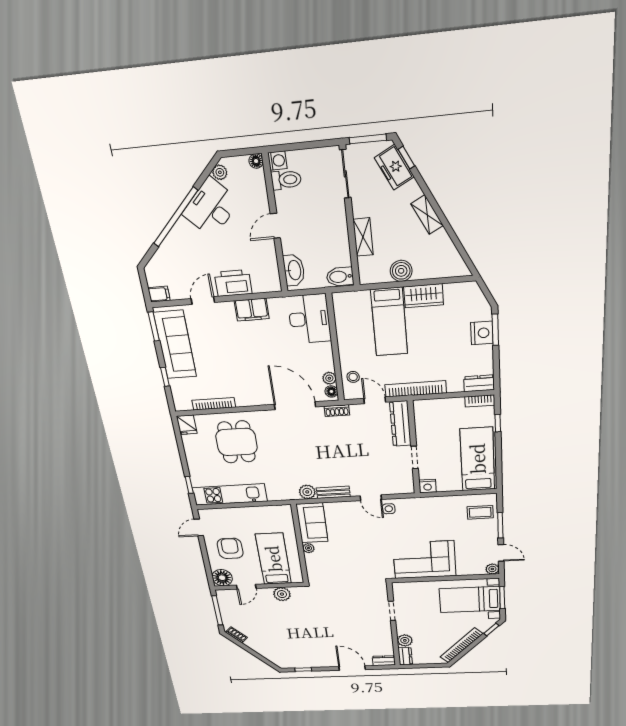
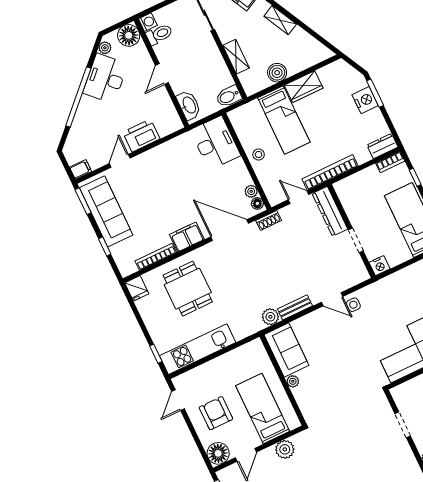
floor lamp: (256, 161) -> (129, 35), width x1.89, depth x1.89
filing cabinet: (252, 310) -> (187, 237), moved, turned 180
stool: (353, 377) -> (259, 154), moved

